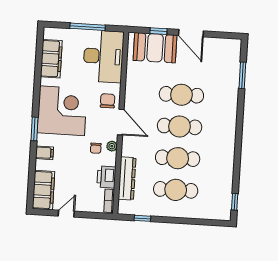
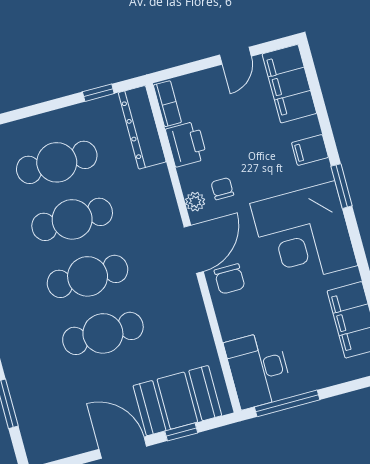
window: (88, 27) -> (287, 403), moved
desk: (103, 56) -> (259, 369), width x0.73, depth x0.77
door: (121, 122) -> (194, 249), swing flipped
dresser: (127, 178) -> (142, 127), moved

